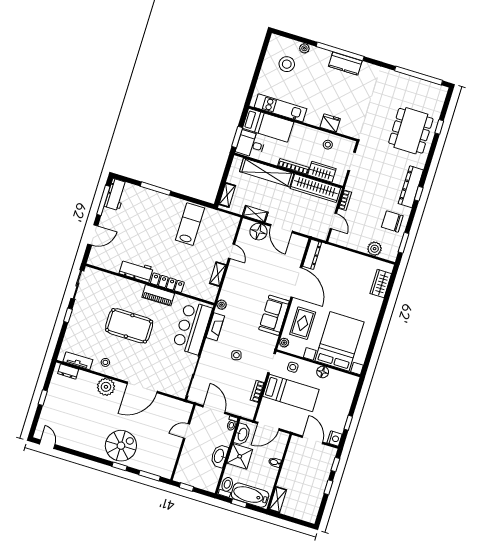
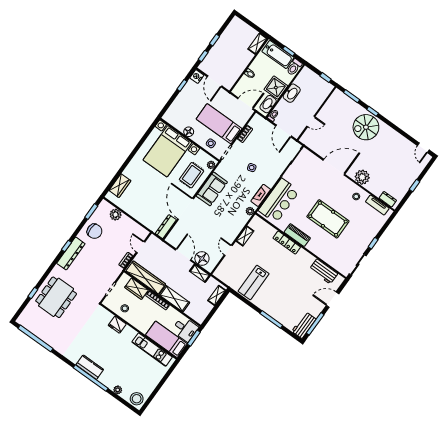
stool: (287, 64) -> (137, 399), moved
shelving: (267, 172) -> (174, 299), width x0.68
workbench: (136, 271) -> (324, 271), moved

